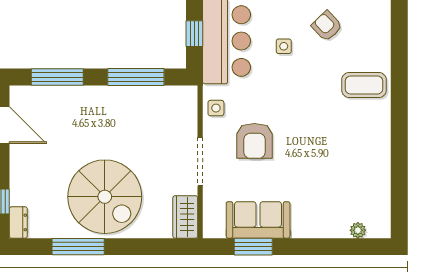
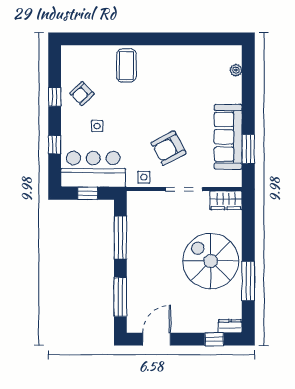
armchair: (254, 141) -> (169, 148), turned 152
spiral stairs: (105, 197) -> (211, 261), turned -90
sofa: (258, 220) -> (228, 137), width x1.36

